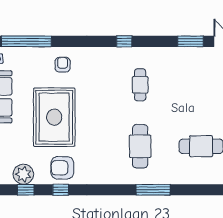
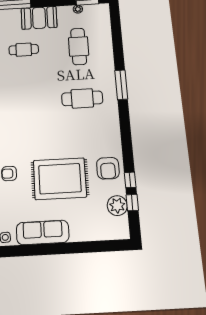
cafe table: (140, 85) -> (24, 50), moved
window: (61, 190) -> (130, 180), moved

